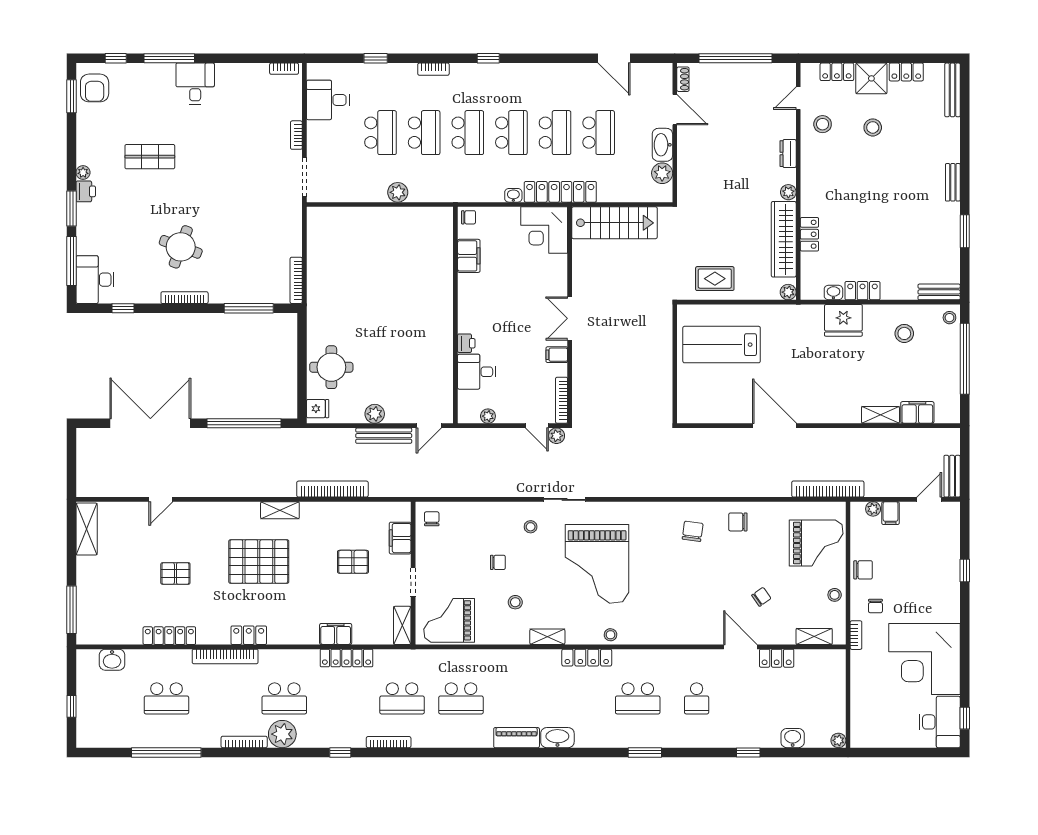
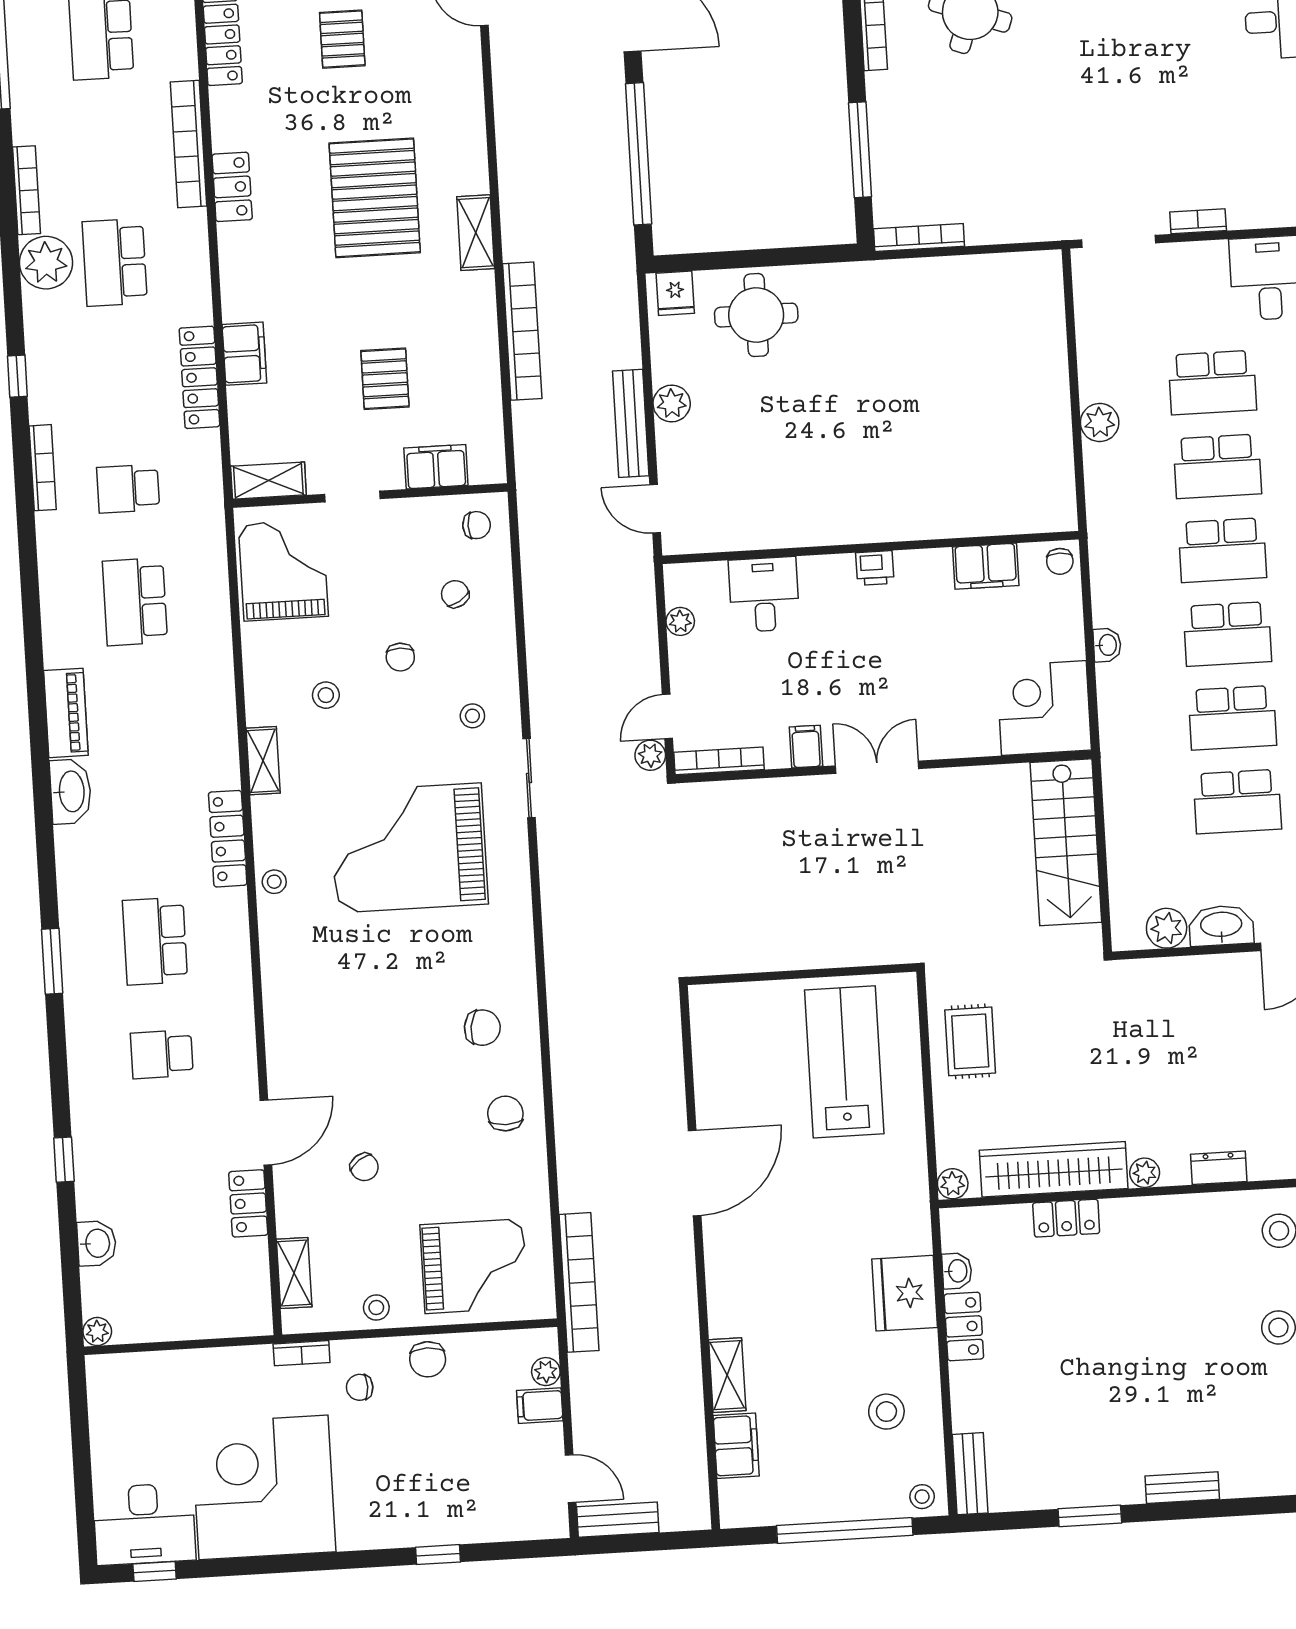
locker: (560, 192) -> (1119, 735), removed
printer: (466, 343) -> (875, 568), moved
chair: (467, 532) -> (455, 594), added
grand piano: (816, 543) -> (474, 1266), turned -90
school desk: (402, 698) -> (128, 489), width x0.54

